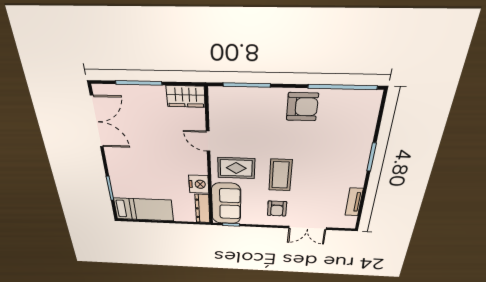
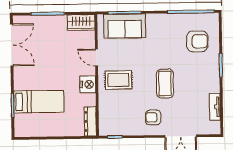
armchair: (302, 107) -> (197, 41), moved
coffee table: (280, 175) -> (165, 83), moved
nightstand: (199, 184) -> (88, 84), moved
sofa: (226, 204) -> (125, 26), moved, turned 90
bed: (144, 209) -> (39, 102), moved
armchair: (277, 209) -> (153, 117), turned 90

